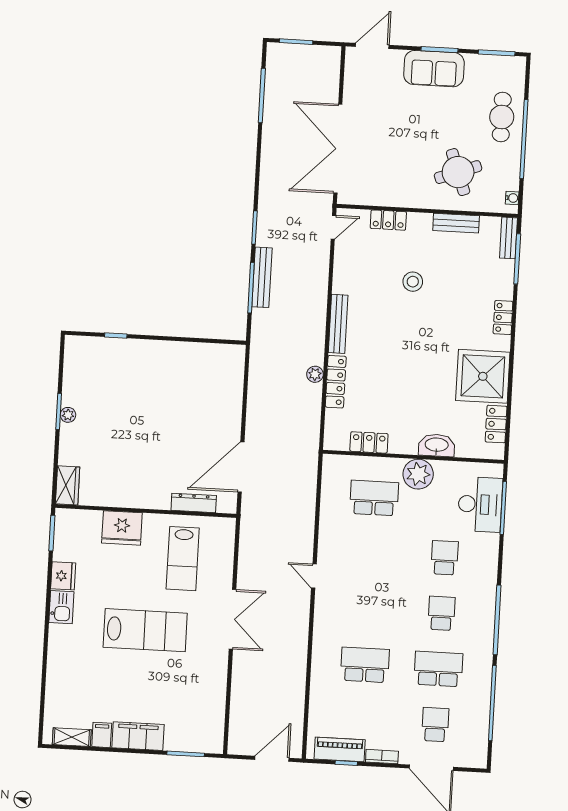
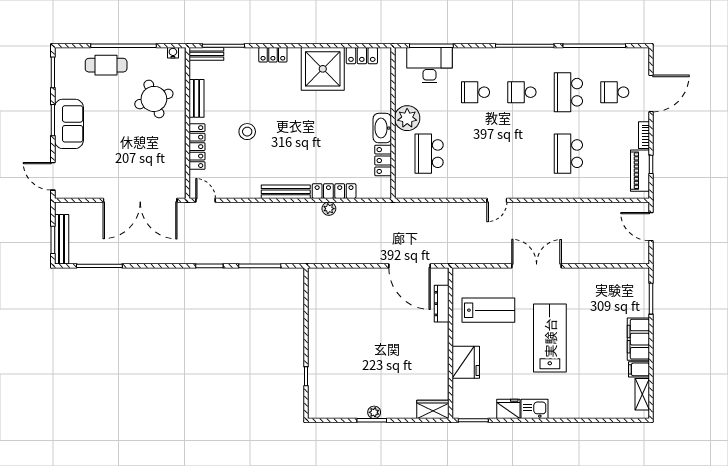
locker: (388, 220) -> (197, 147), width x1.53
bench: (262, 277) -> (62, 239), moved, turned 90
washbasin: (437, 445) -> (382, 128), moved

